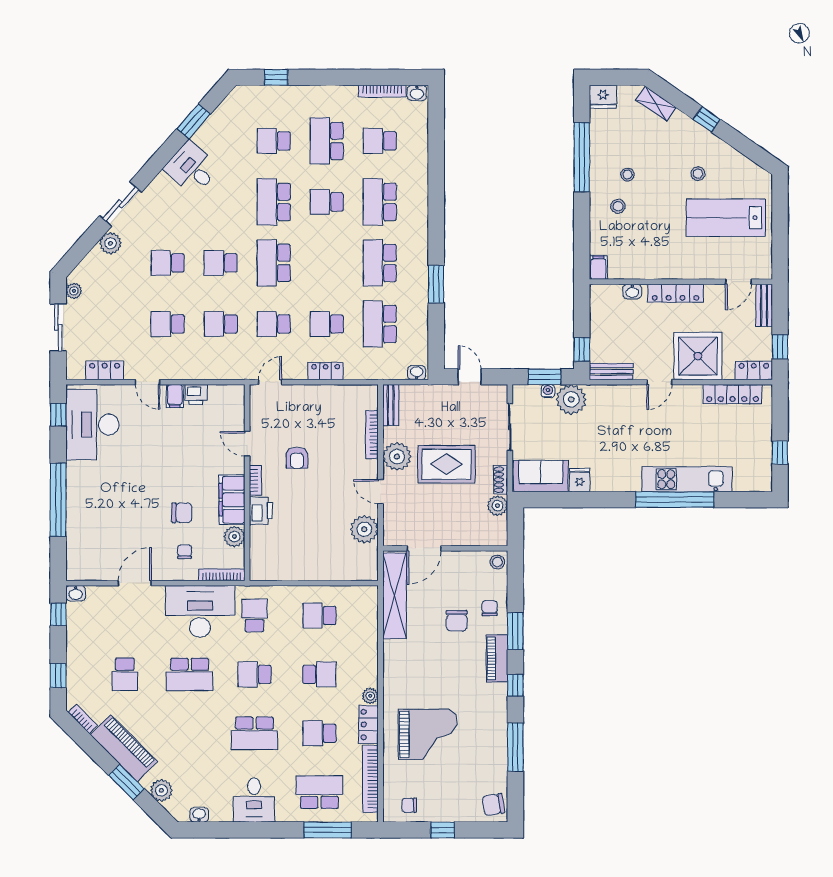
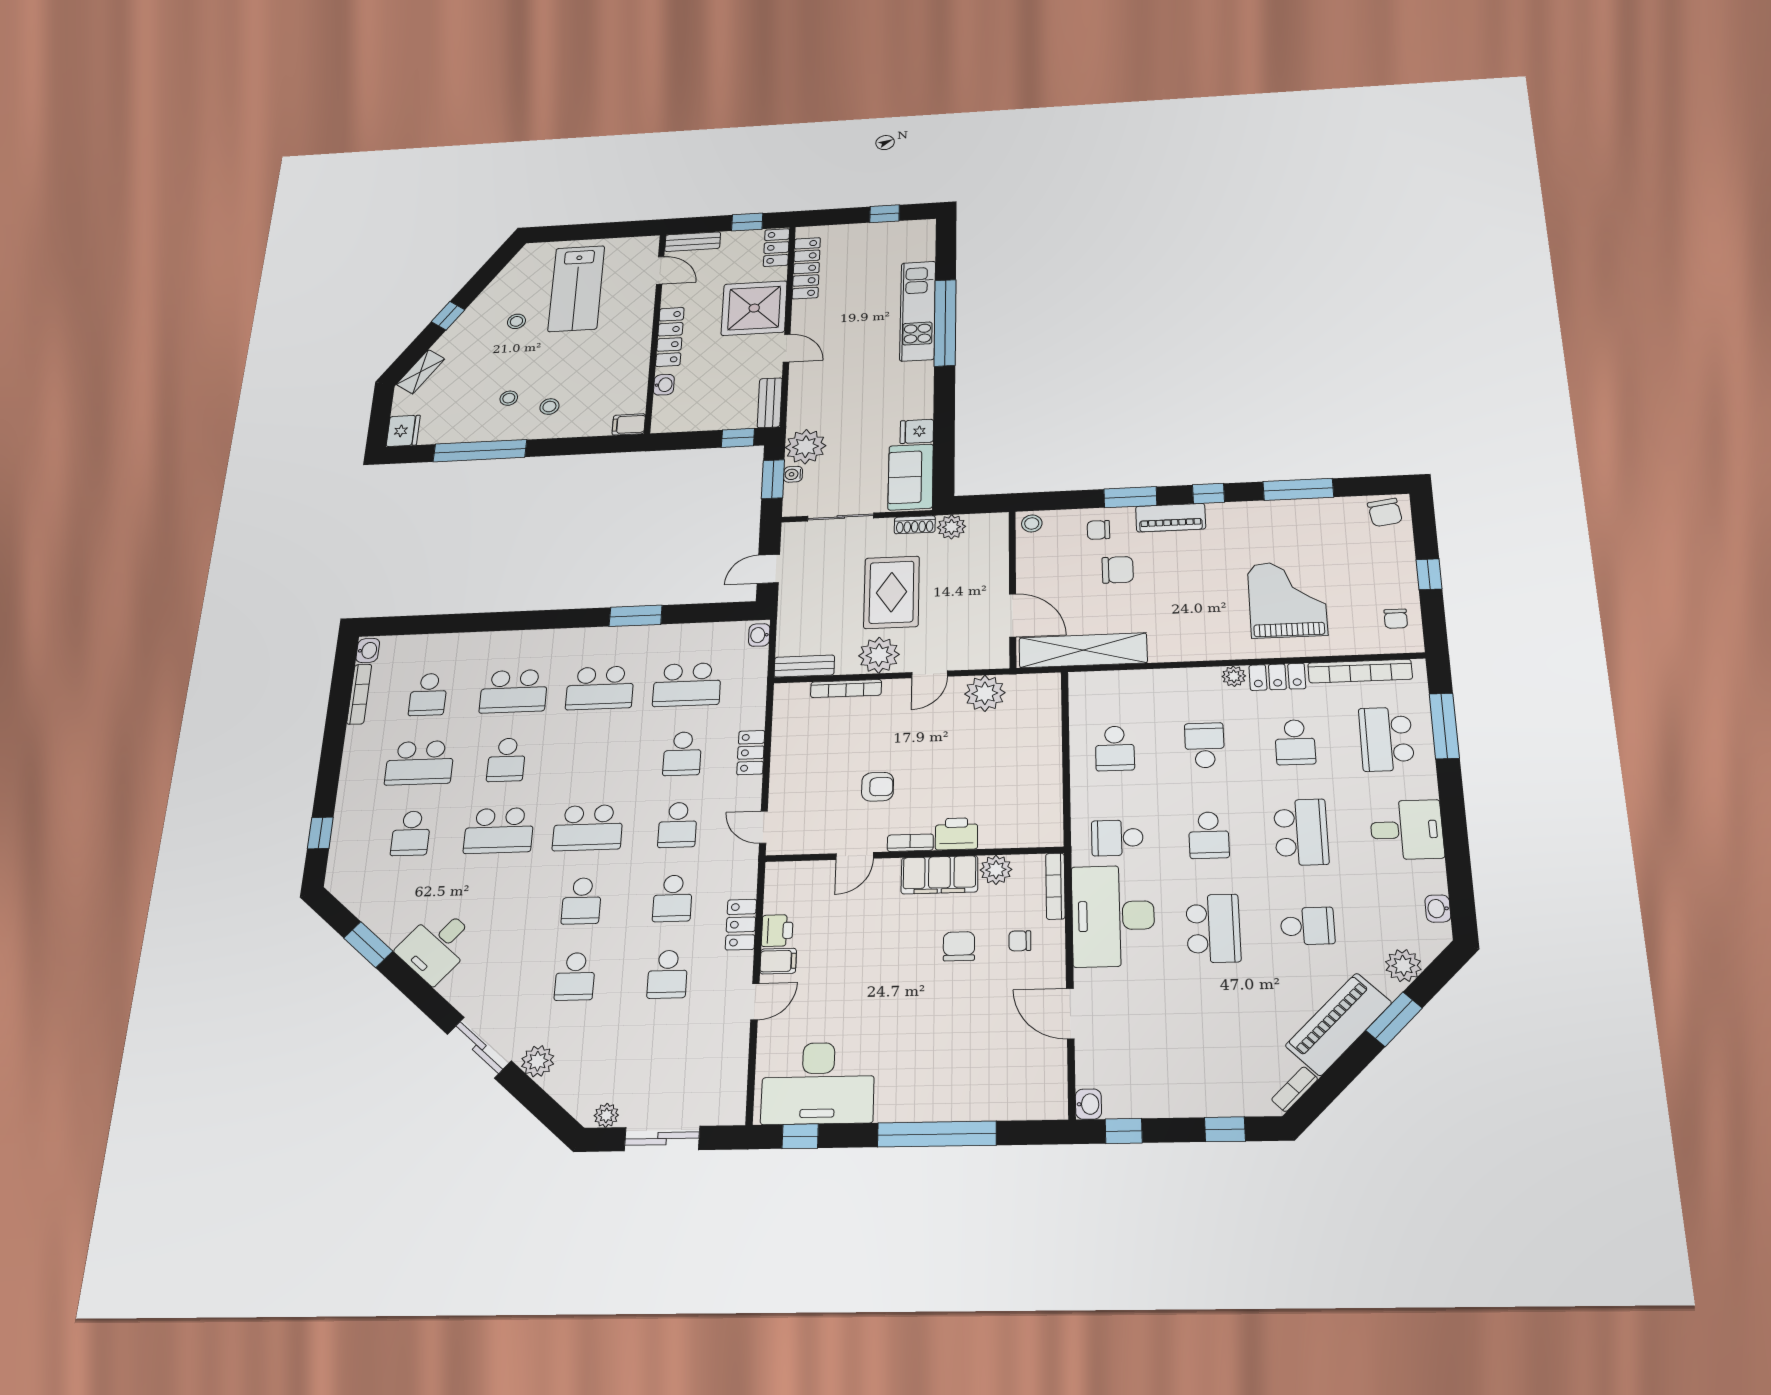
locker: (105, 370) -> (741, 925), moved
school desk: (125, 674) -> (1307, 926), moved

